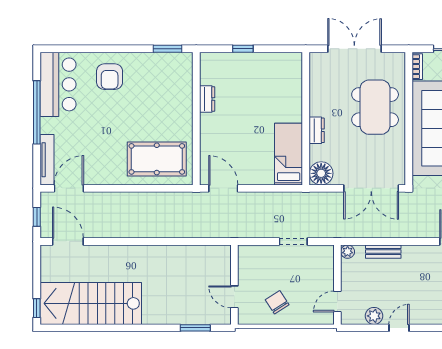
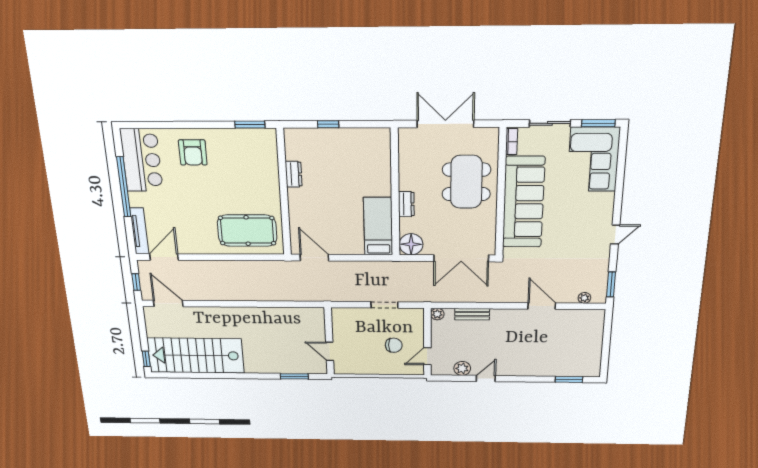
chair: (277, 302) -> (394, 345), moved, turned 123

